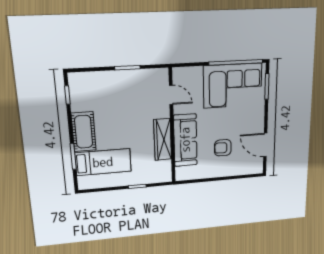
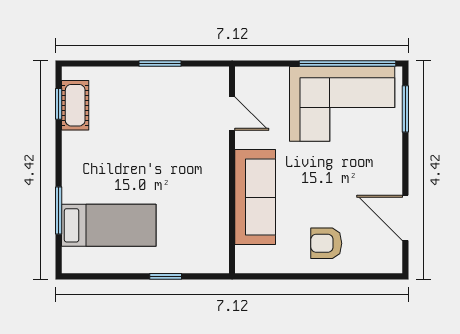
cot: (84, 132) -> (75, 105), moved, width x0.73, depth x0.75
wardrobe: (163, 139) -> (214, 192), removed
armchair: (223, 148) -> (326, 243), moved

